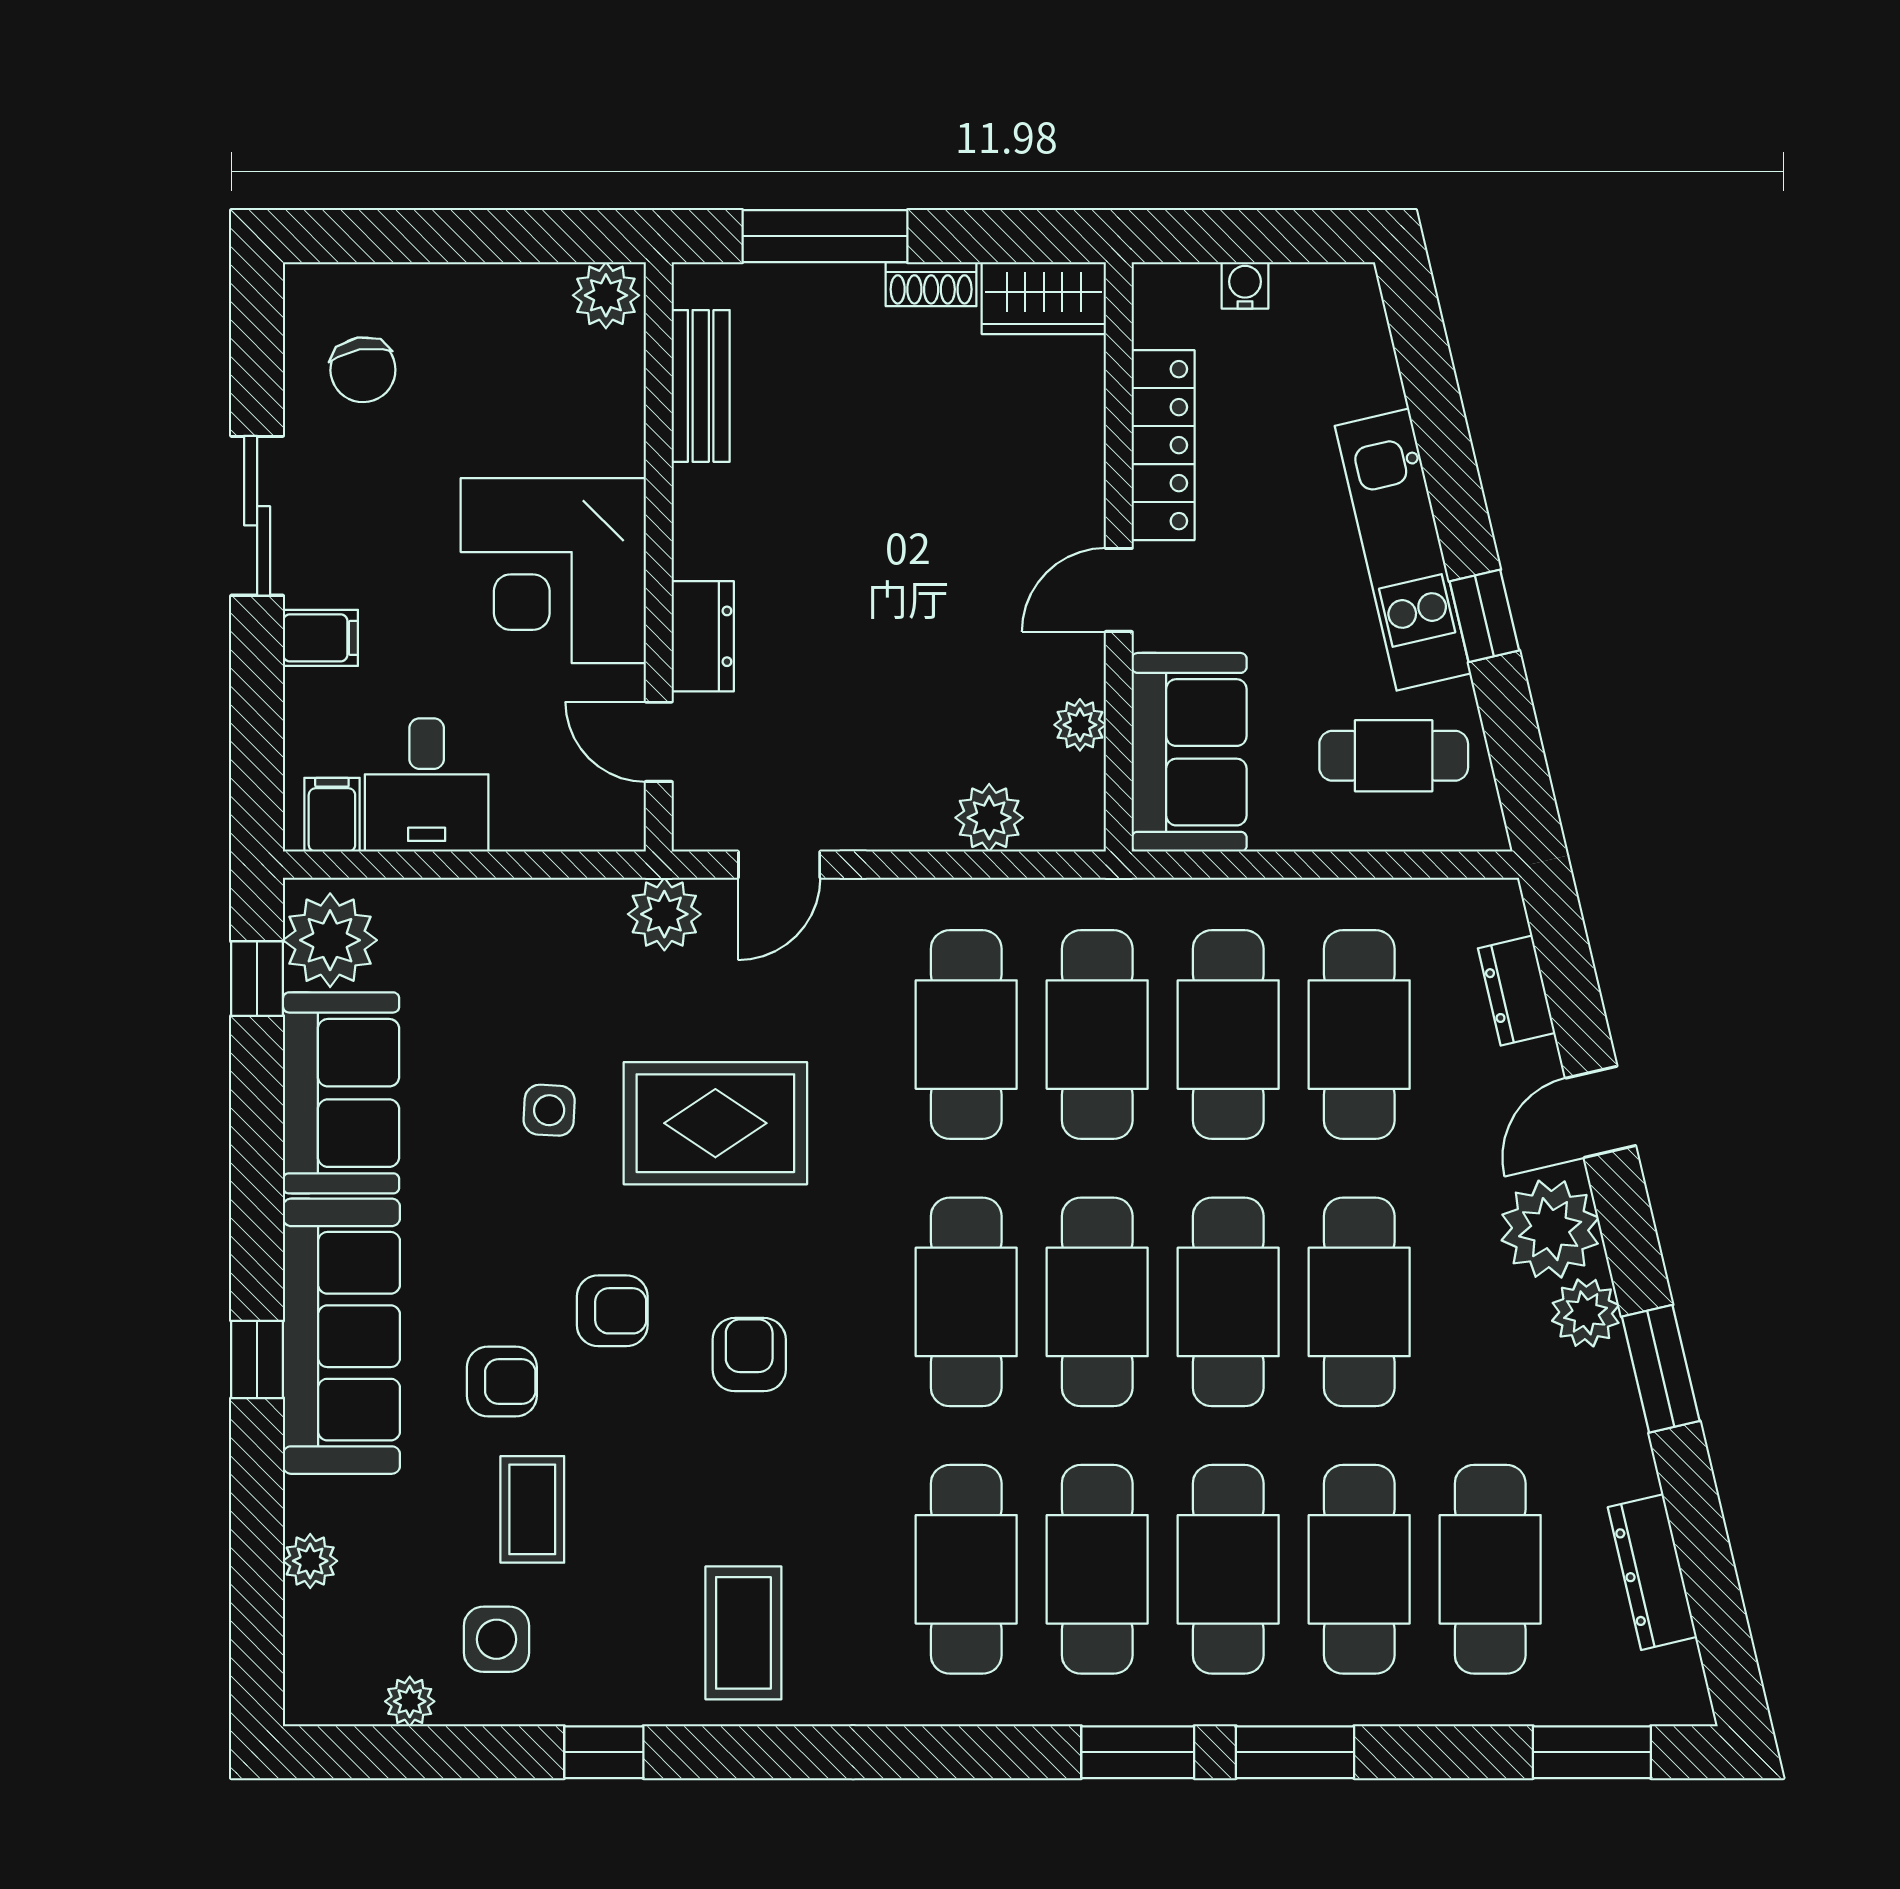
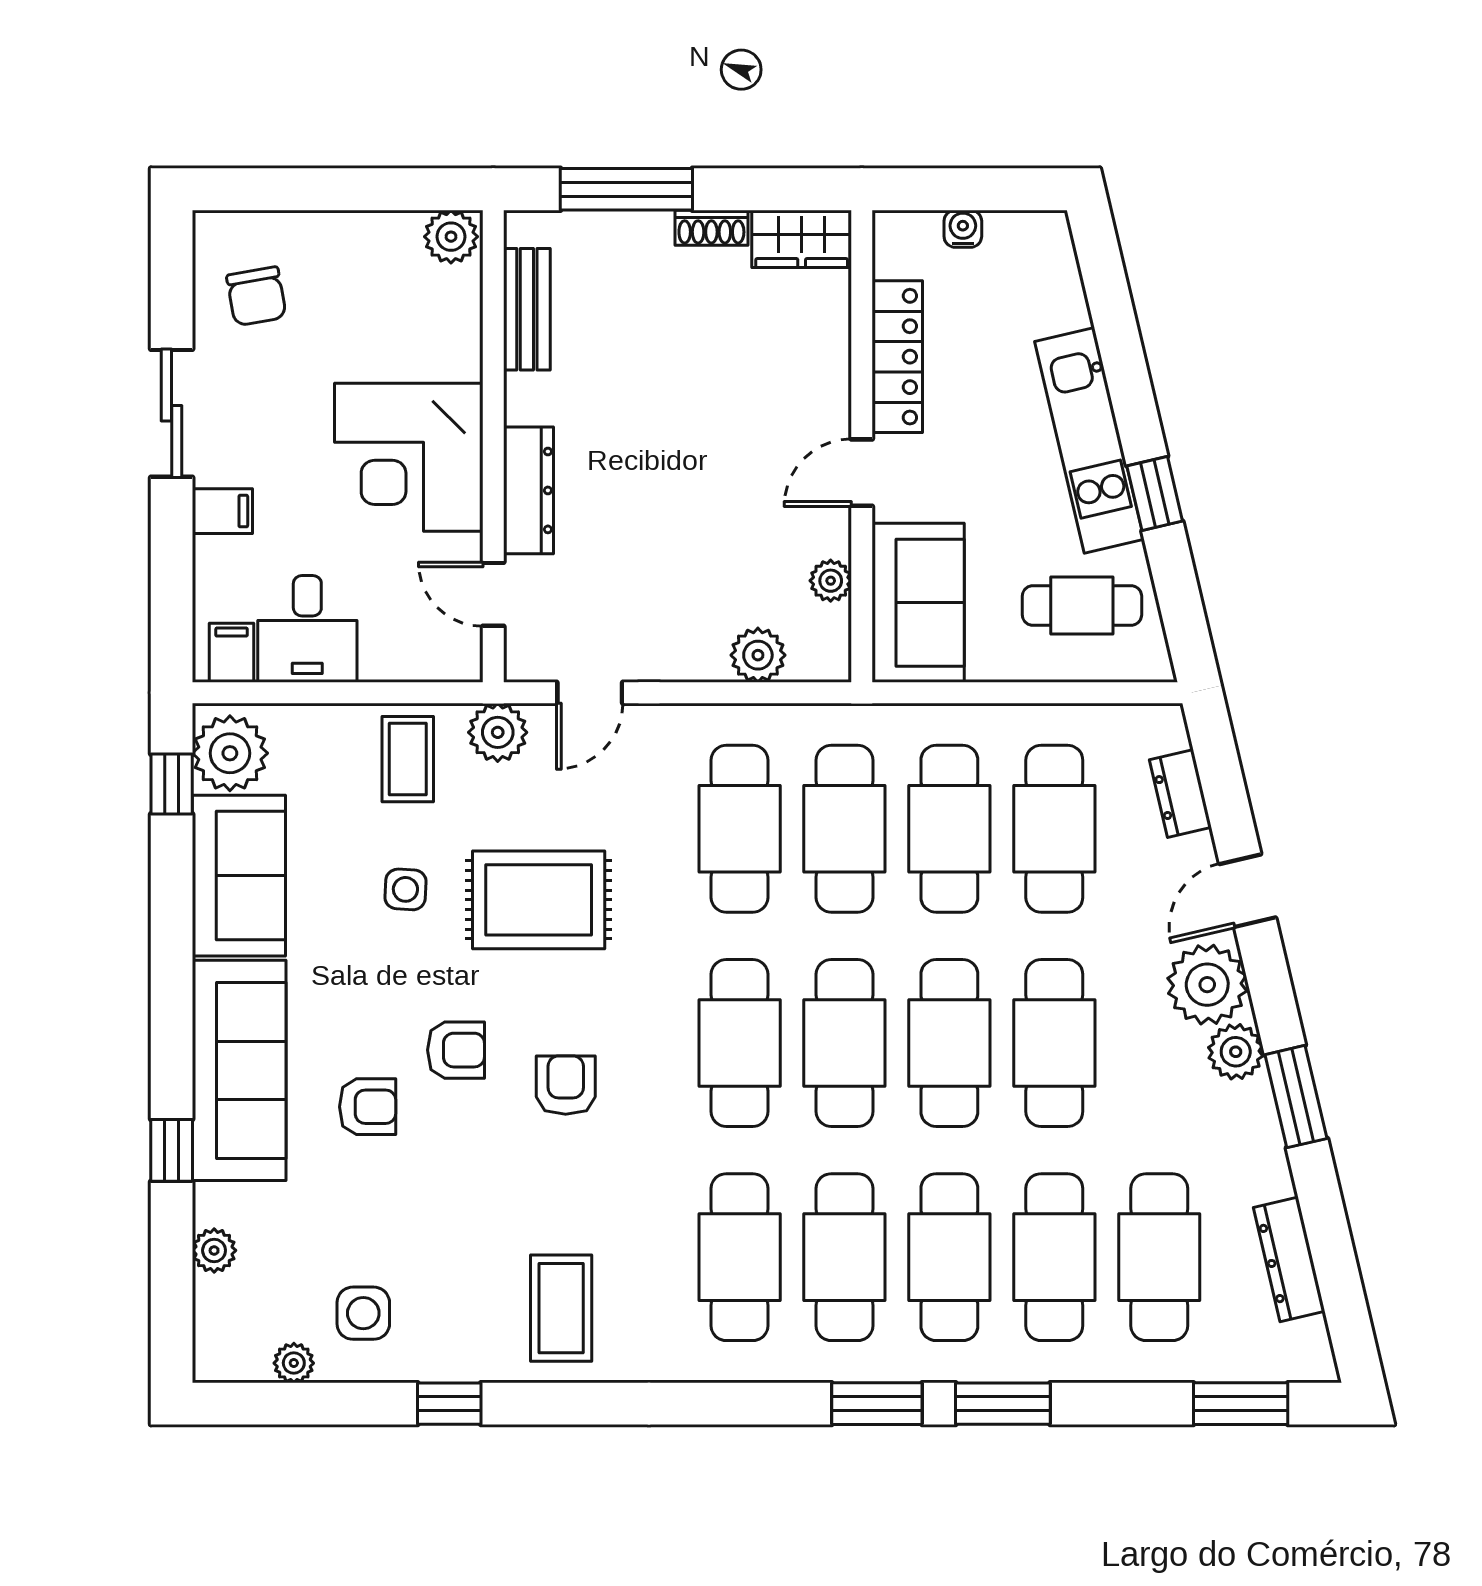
dresser: (703, 636) -> (529, 490), width x1.44
window: (257, 1359) -> (172, 1150), moved
coffee table: (532, 1509) -> (408, 759), moved

